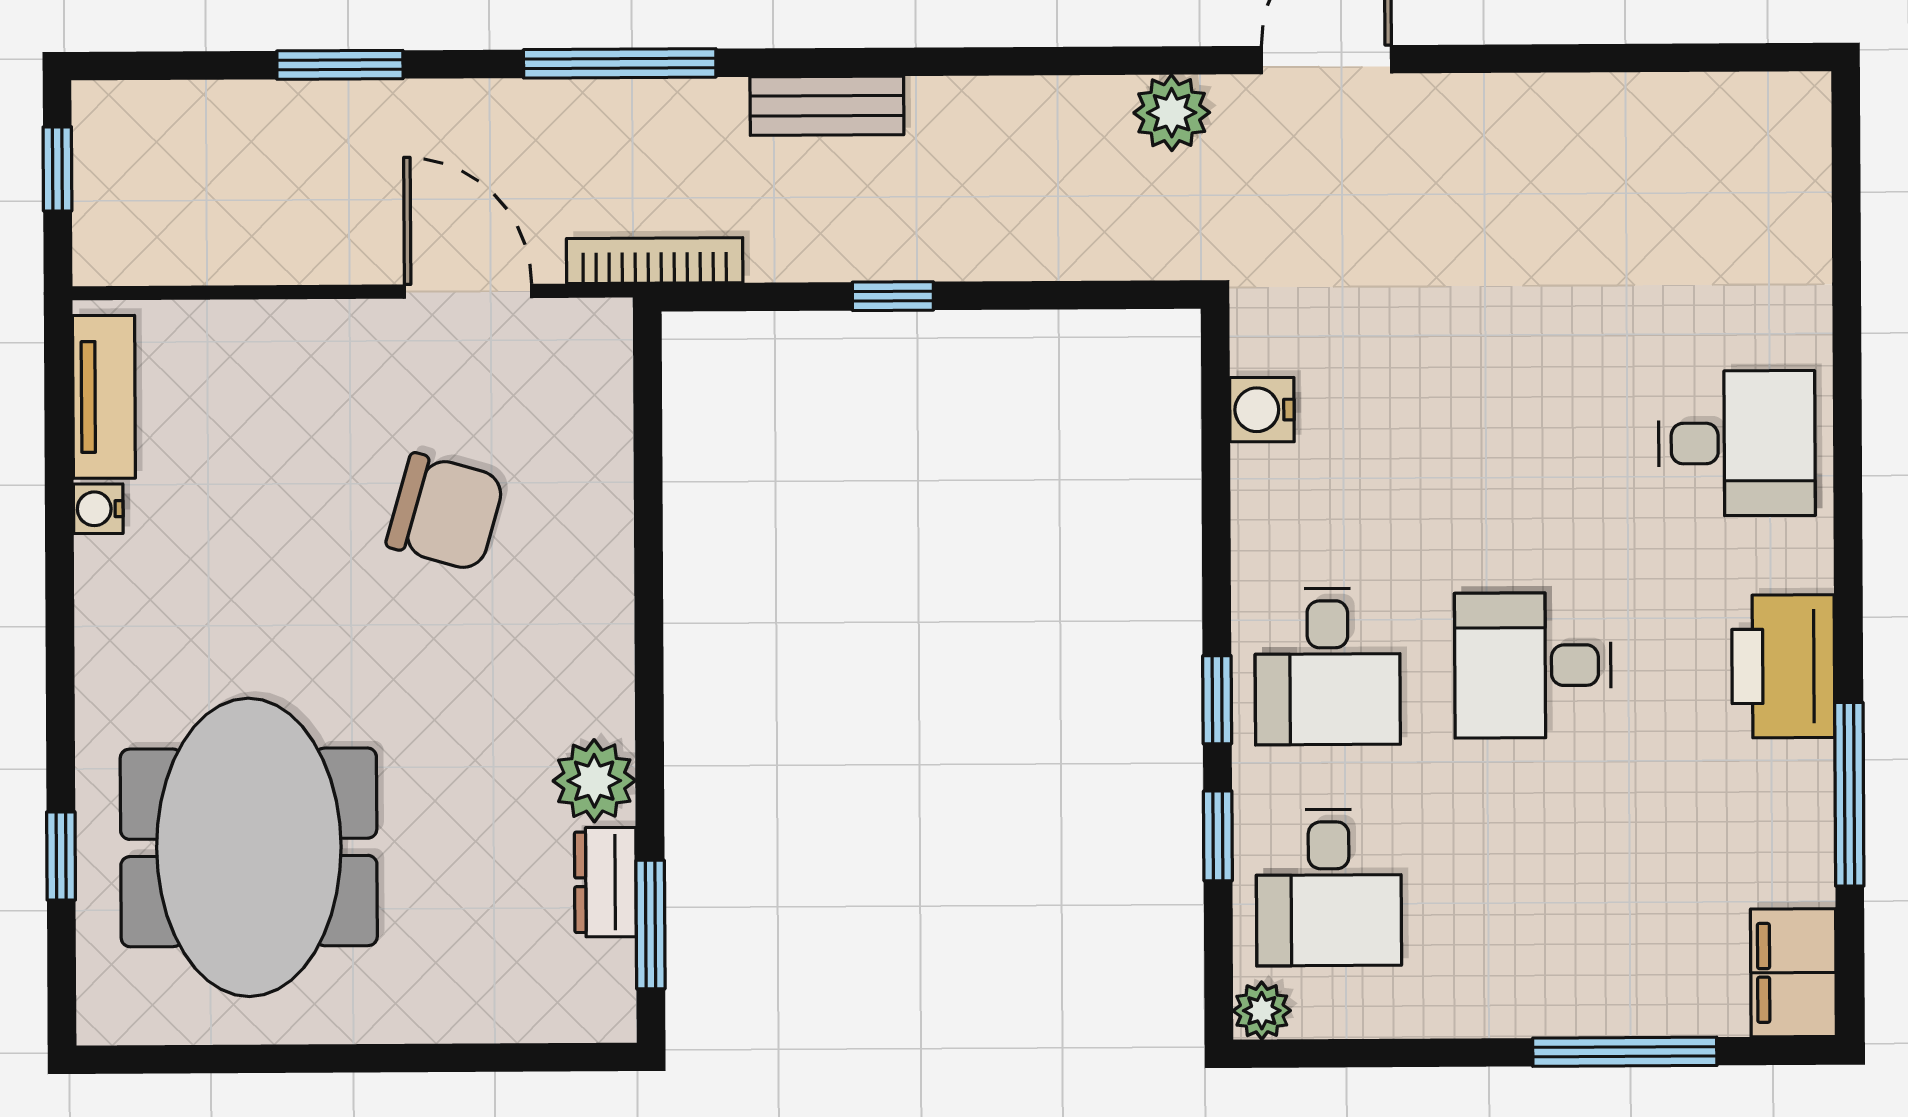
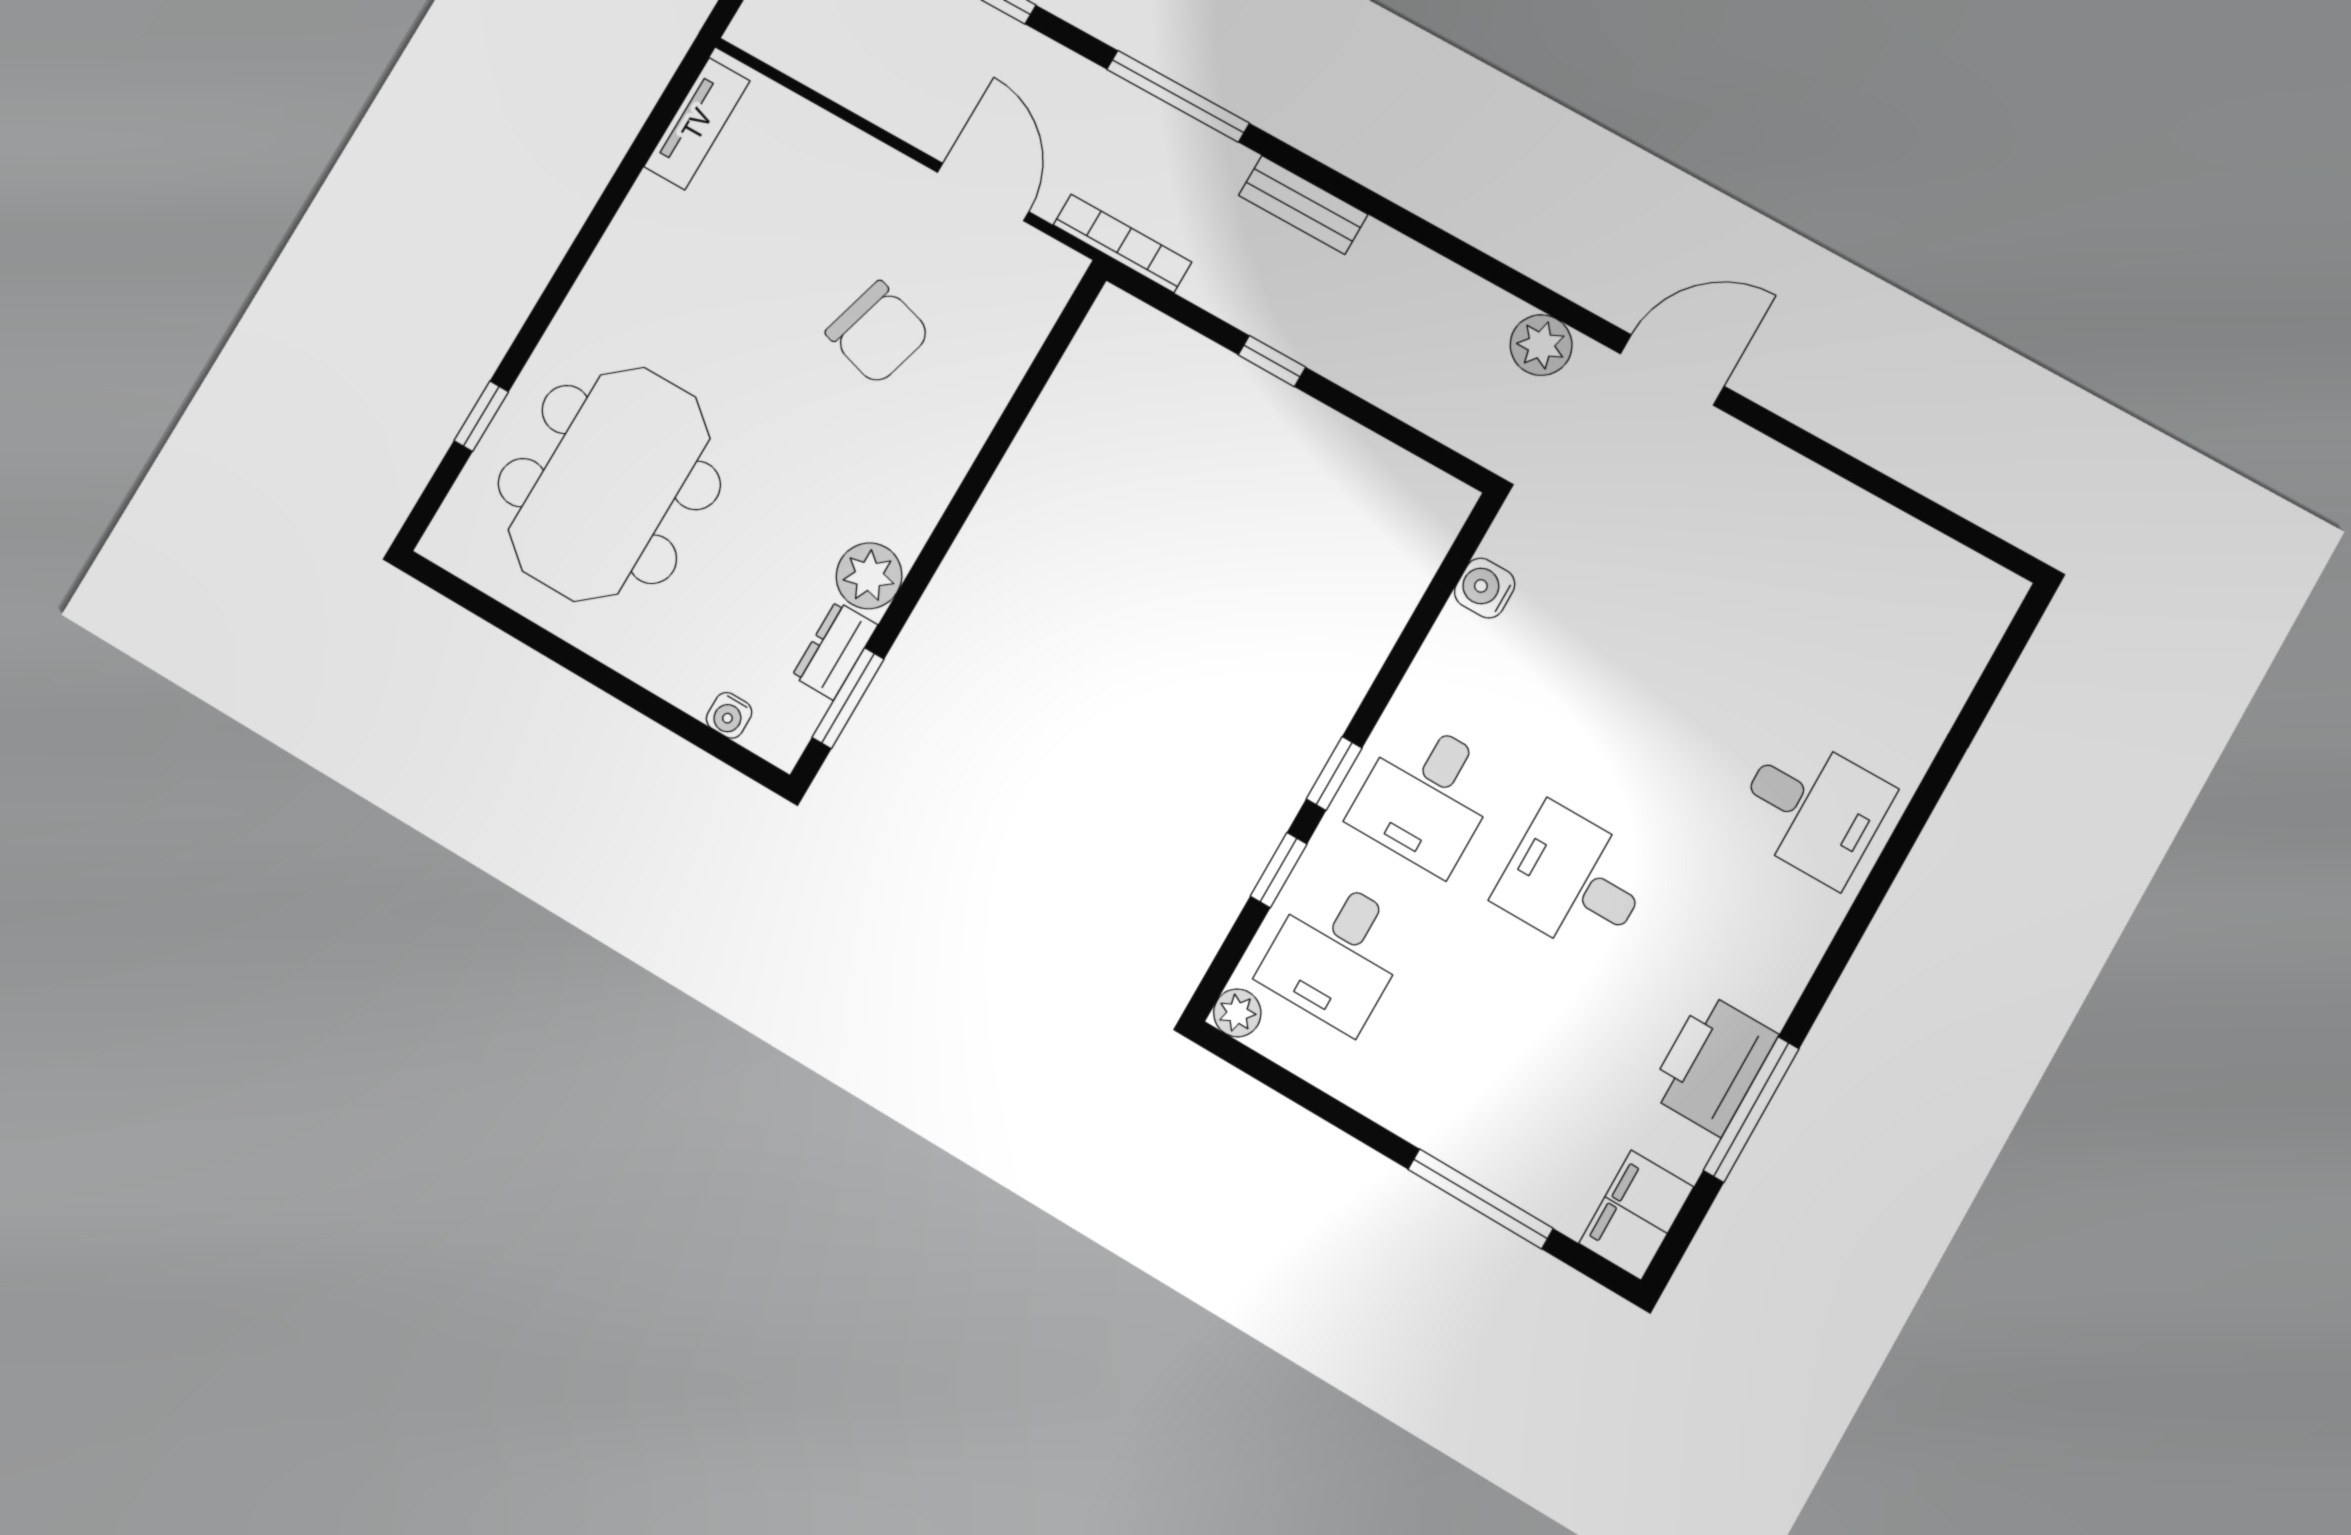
water cooler: (98, 509) -> (729, 715), moved, turned -90
printer: (1783, 666) -> (1713, 1064), moved

